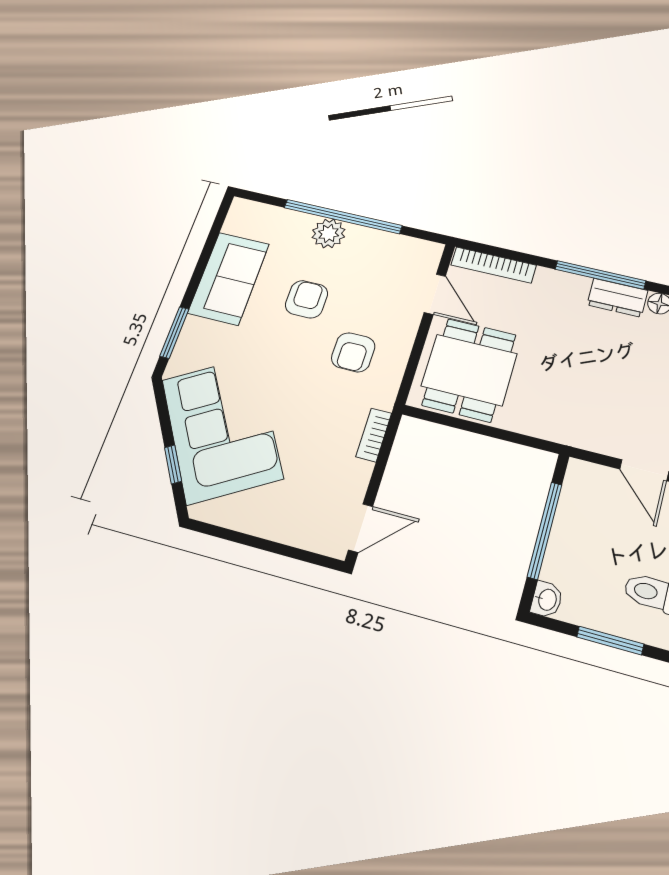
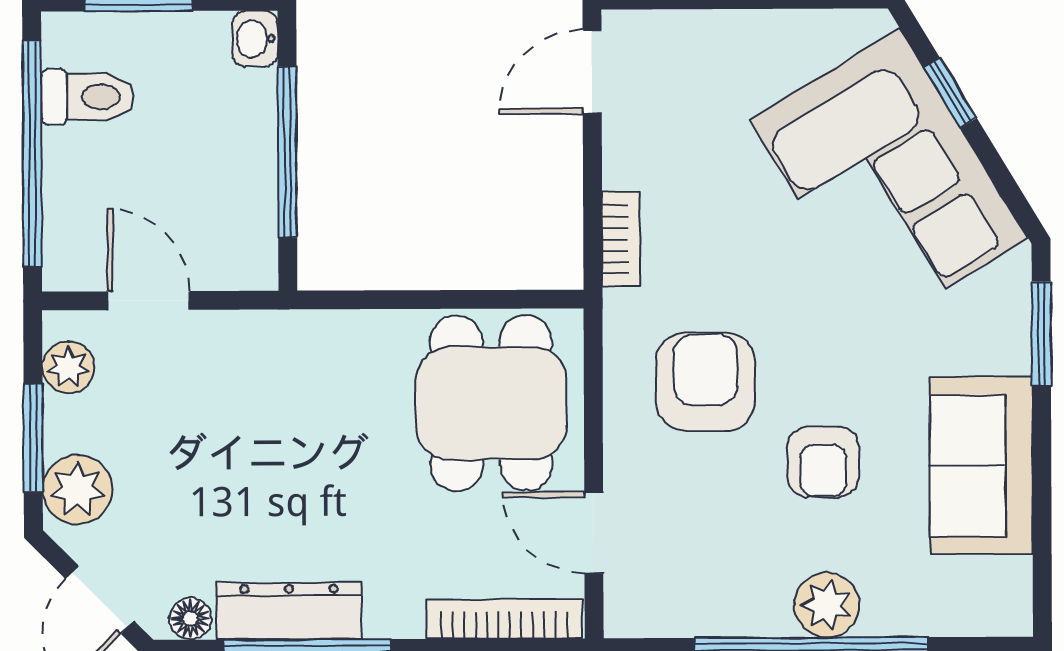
dresser: (617, 298) -> (289, 611), width x1.44
armchair: (353, 352) -> (705, 382), width x1.38, depth x1.38

